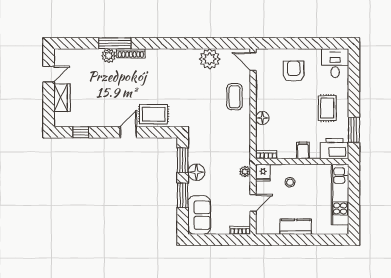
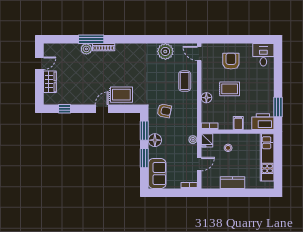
rug: (327, 108) -> (230, 89), moved, turned 90
armchair: (208, 135) -> (164, 111), added

